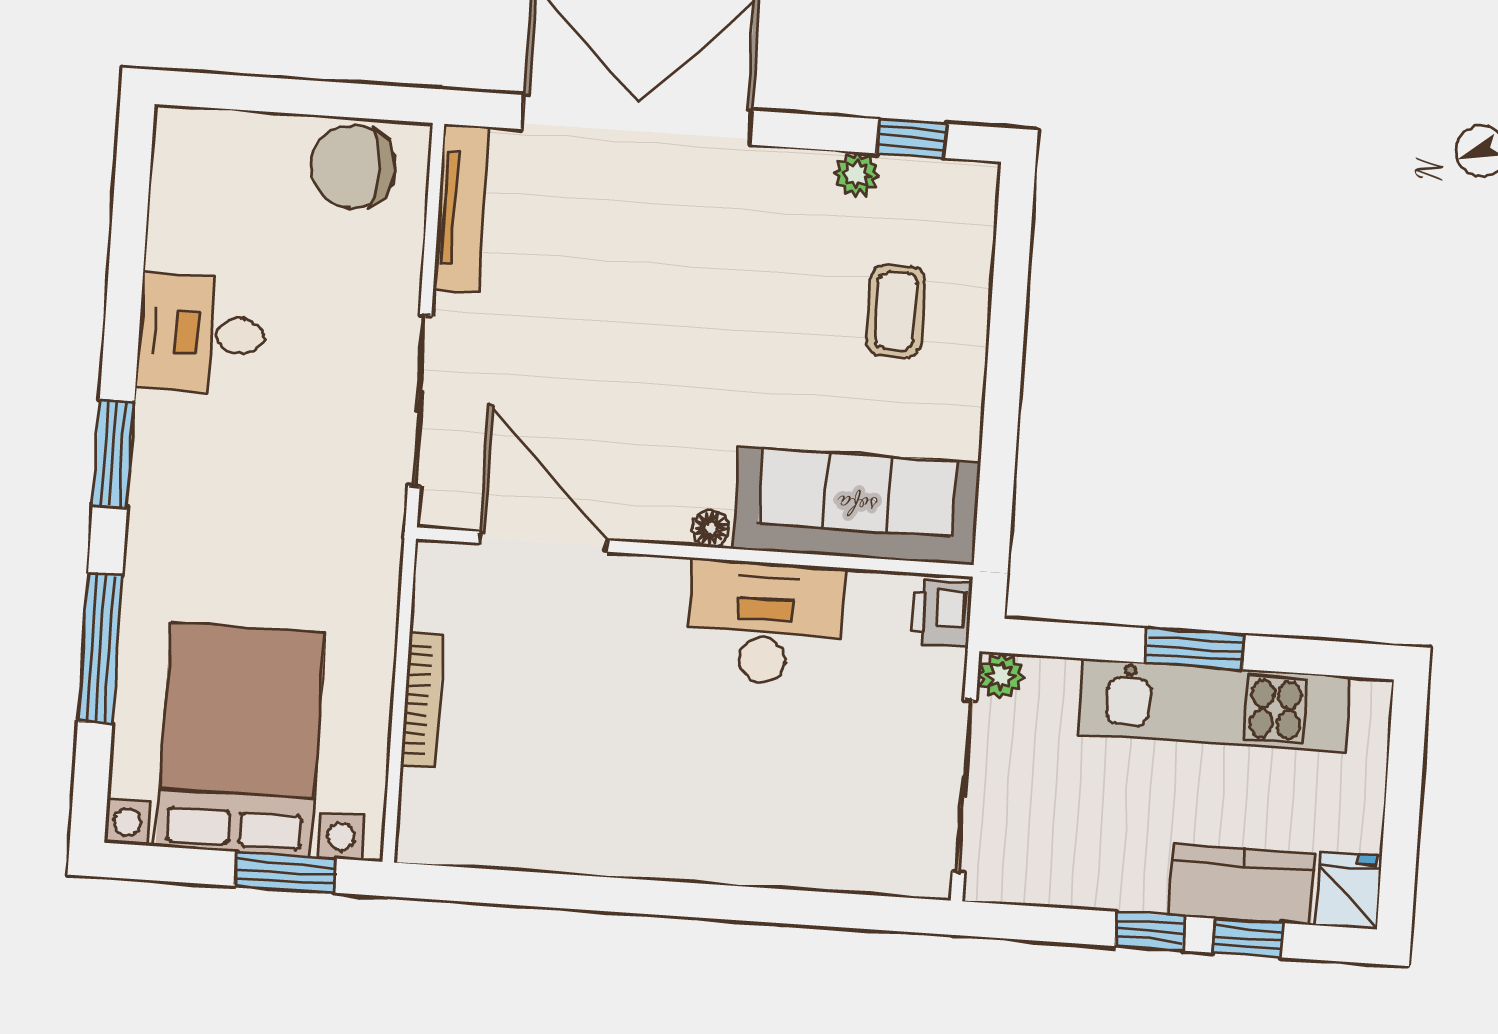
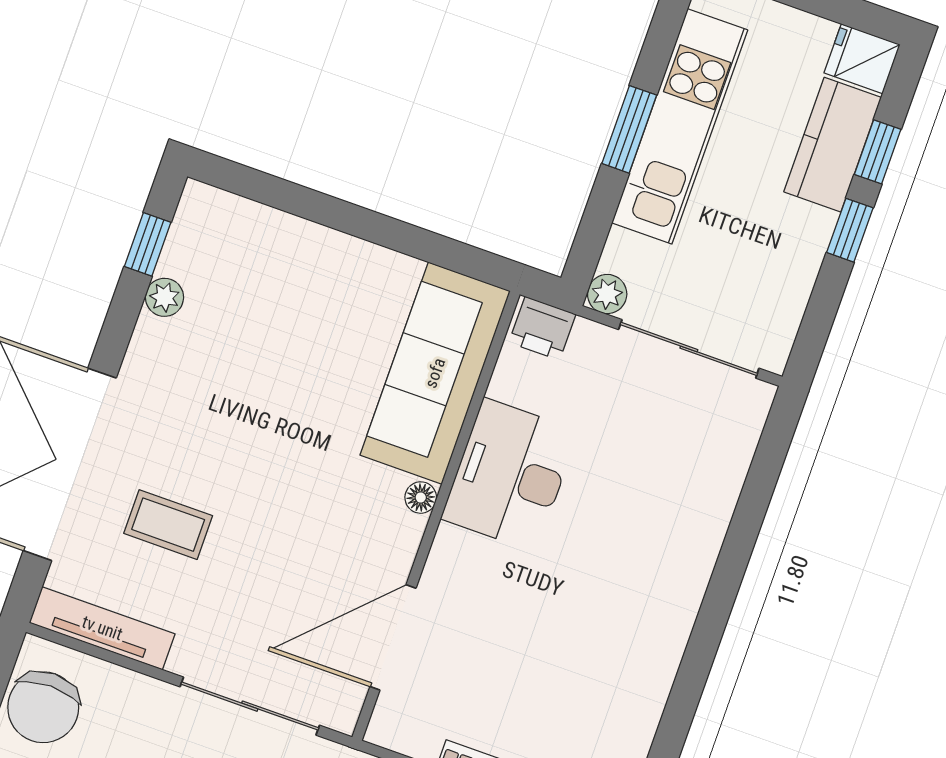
coffee table: (896, 311) -> (168, 525), moved

